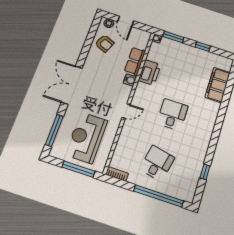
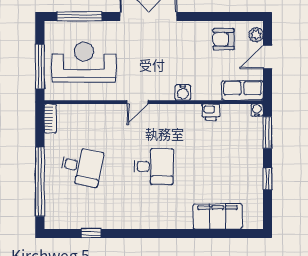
armchair: (104, 43) -> (224, 39), turned 68
row of seats: (135, 61) -> (243, 90), moved
printer: (150, 72) -> (211, 112), width x0.53, depth x0.68
door: (126, 111) -> (138, 102), hinge flipped

